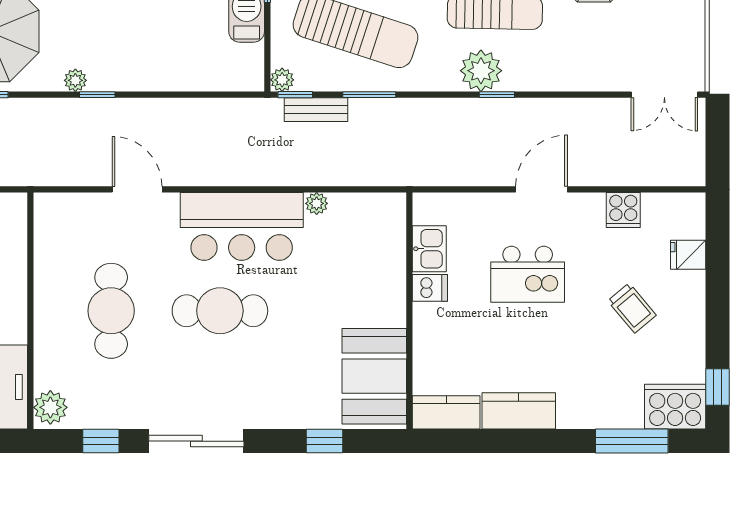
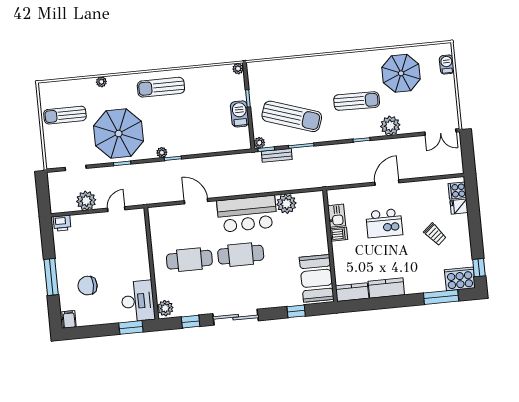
plant: (481, 71) -> (390, 126), moved
plant: (317, 203) -> (286, 204), width x1.88, depth x1.88
cooker: (623, 210) -> (457, 191), moved, turned 90
cafe table: (111, 311) -> (189, 260), turned 90

